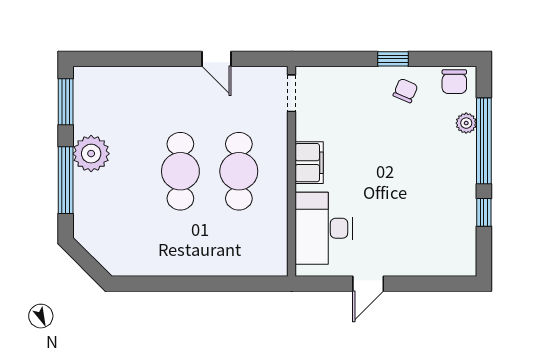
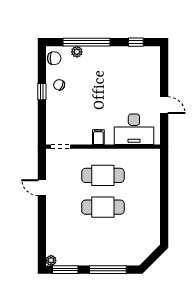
door: (216, 59) -> (42, 188), swing flipped
plant: (91, 154) -> (51, 260), moved, width x0.53, depth x0.53
filing cabinet: (309, 163) -> (98, 137), width x0.50
window: (484, 212) -> (136, 42), moved

